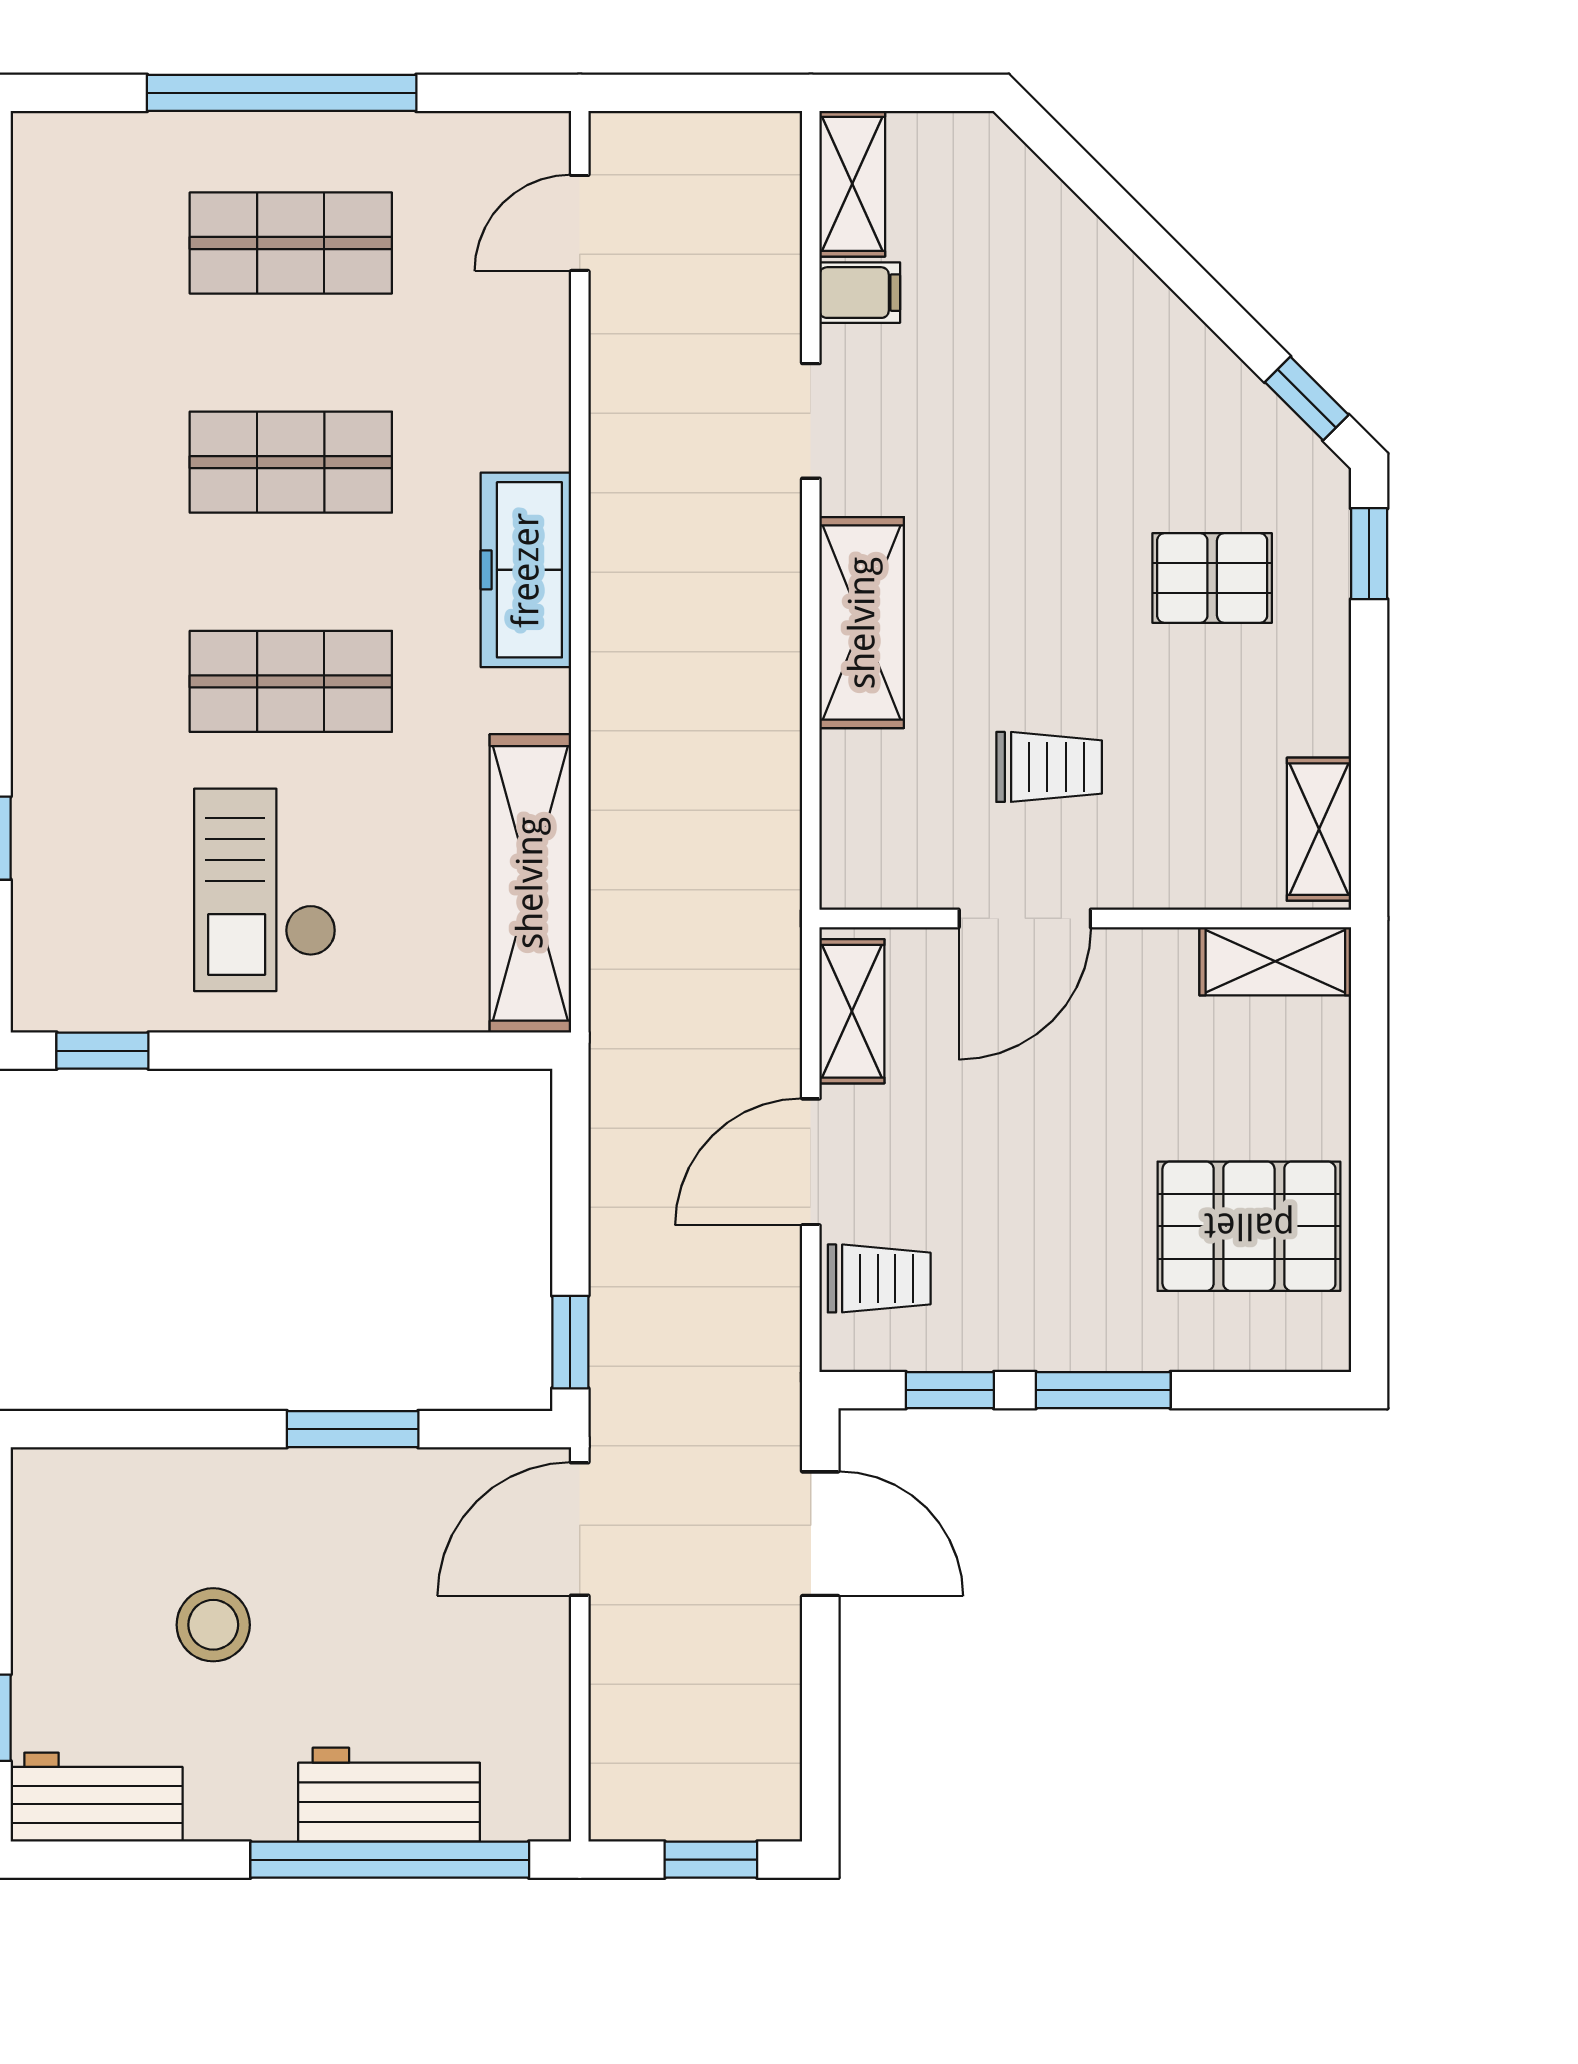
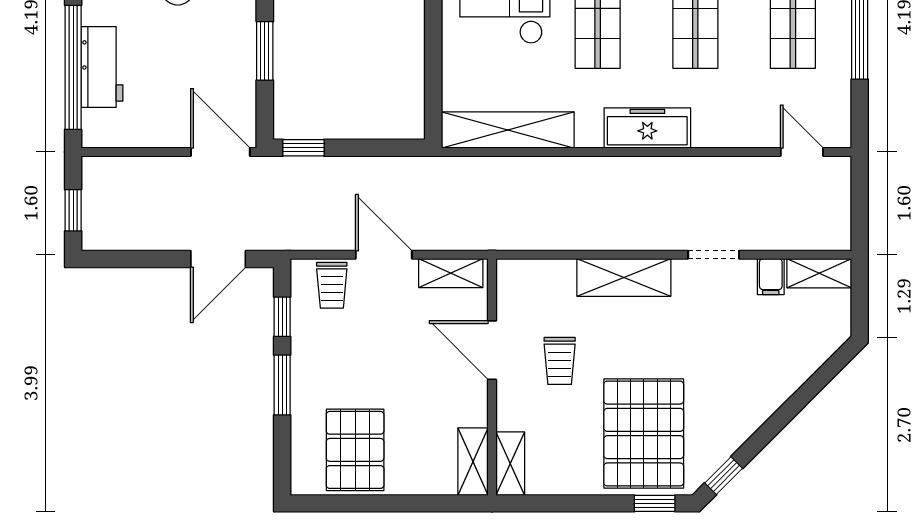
pallet: (1212, 578) -> (644, 434), width x2.05, depth x2.00
shelving: (1319, 829) -> (510, 464), moved, turned 90

